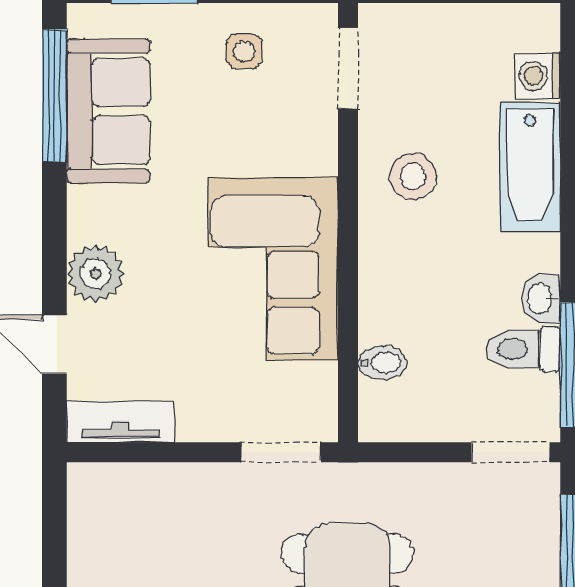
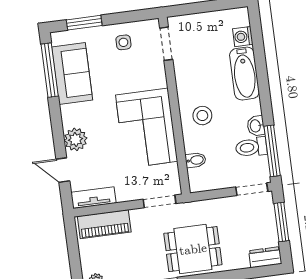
stool: (413, 176) -> (202, 116), moved
piano: (138, 490) -> (104, 224), added

